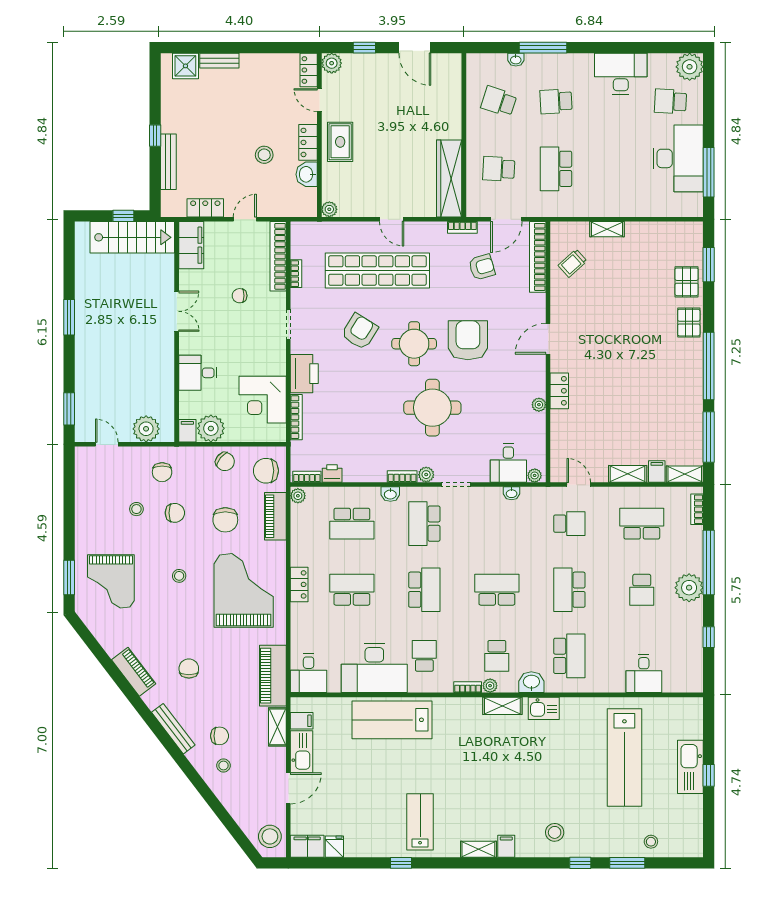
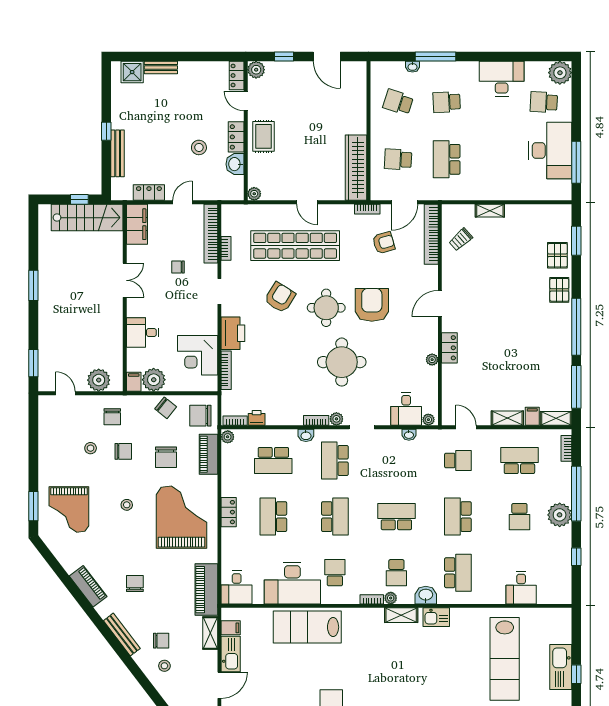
school desk: (352, 590) -> (273, 517), turned -90

